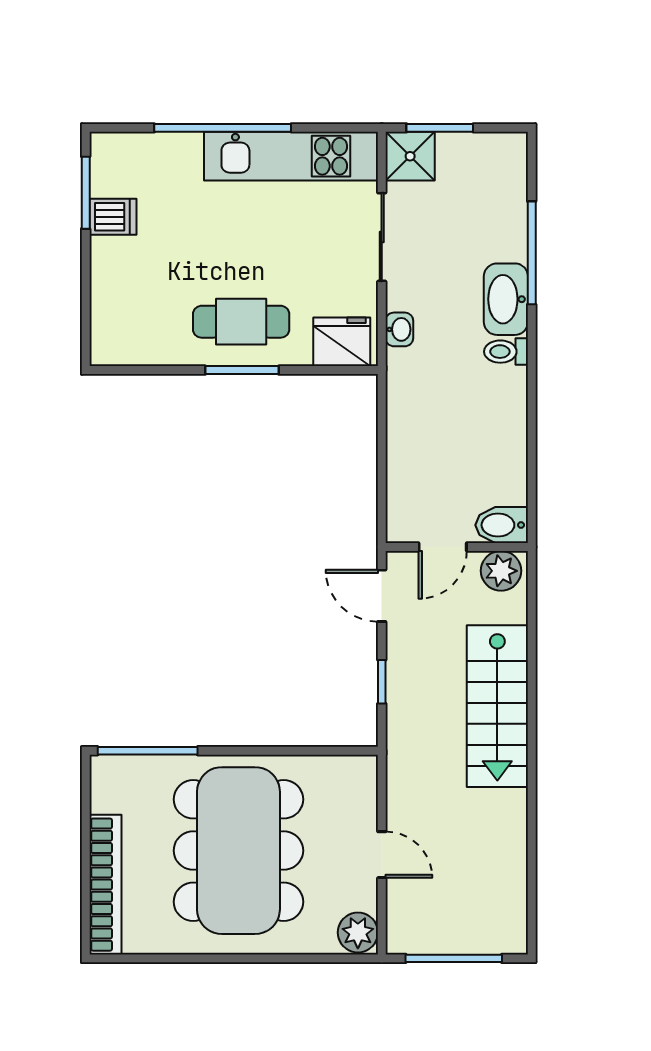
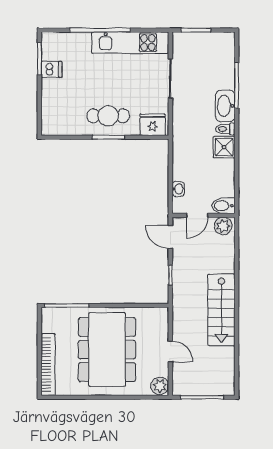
shower: (410, 156) -> (224, 147), moved
washbasin: (399, 329) -> (178, 189), moved
stairs: (497, 706) -> (221, 310), moved

